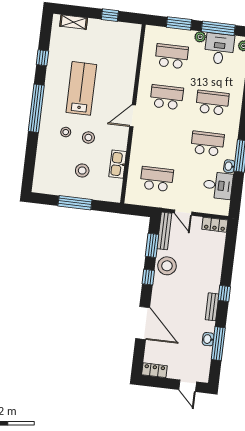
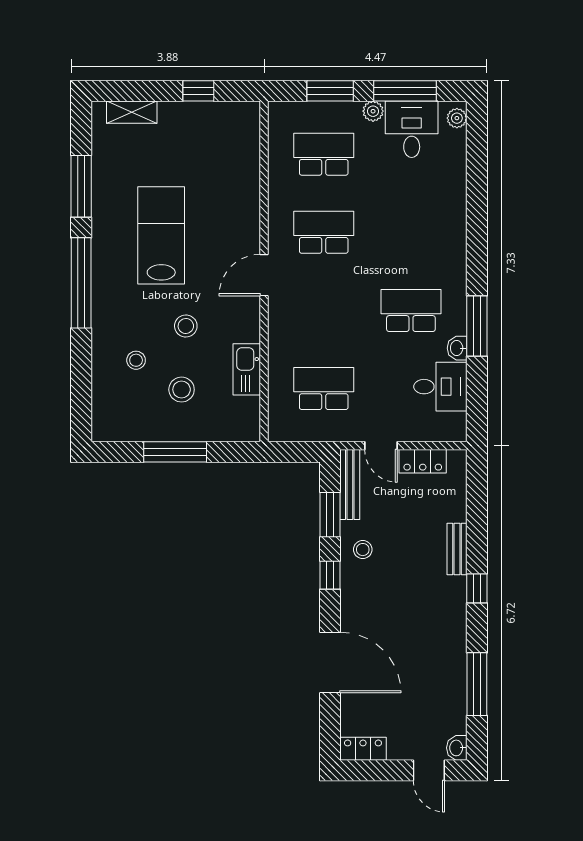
window: (42, 58) -> (81, 186), width x2.17
school desk: (212, 103) -> (411, 232), removed
stool: (66, 132) -> (136, 360), moved
locker: (215, 225) -> (423, 461), moved
stool: (167, 266) -> (363, 550), width x0.53, depth x0.53
bench: (212, 307) -> (457, 549), moved
washbasin: (208, 339) -> (457, 748), moved

